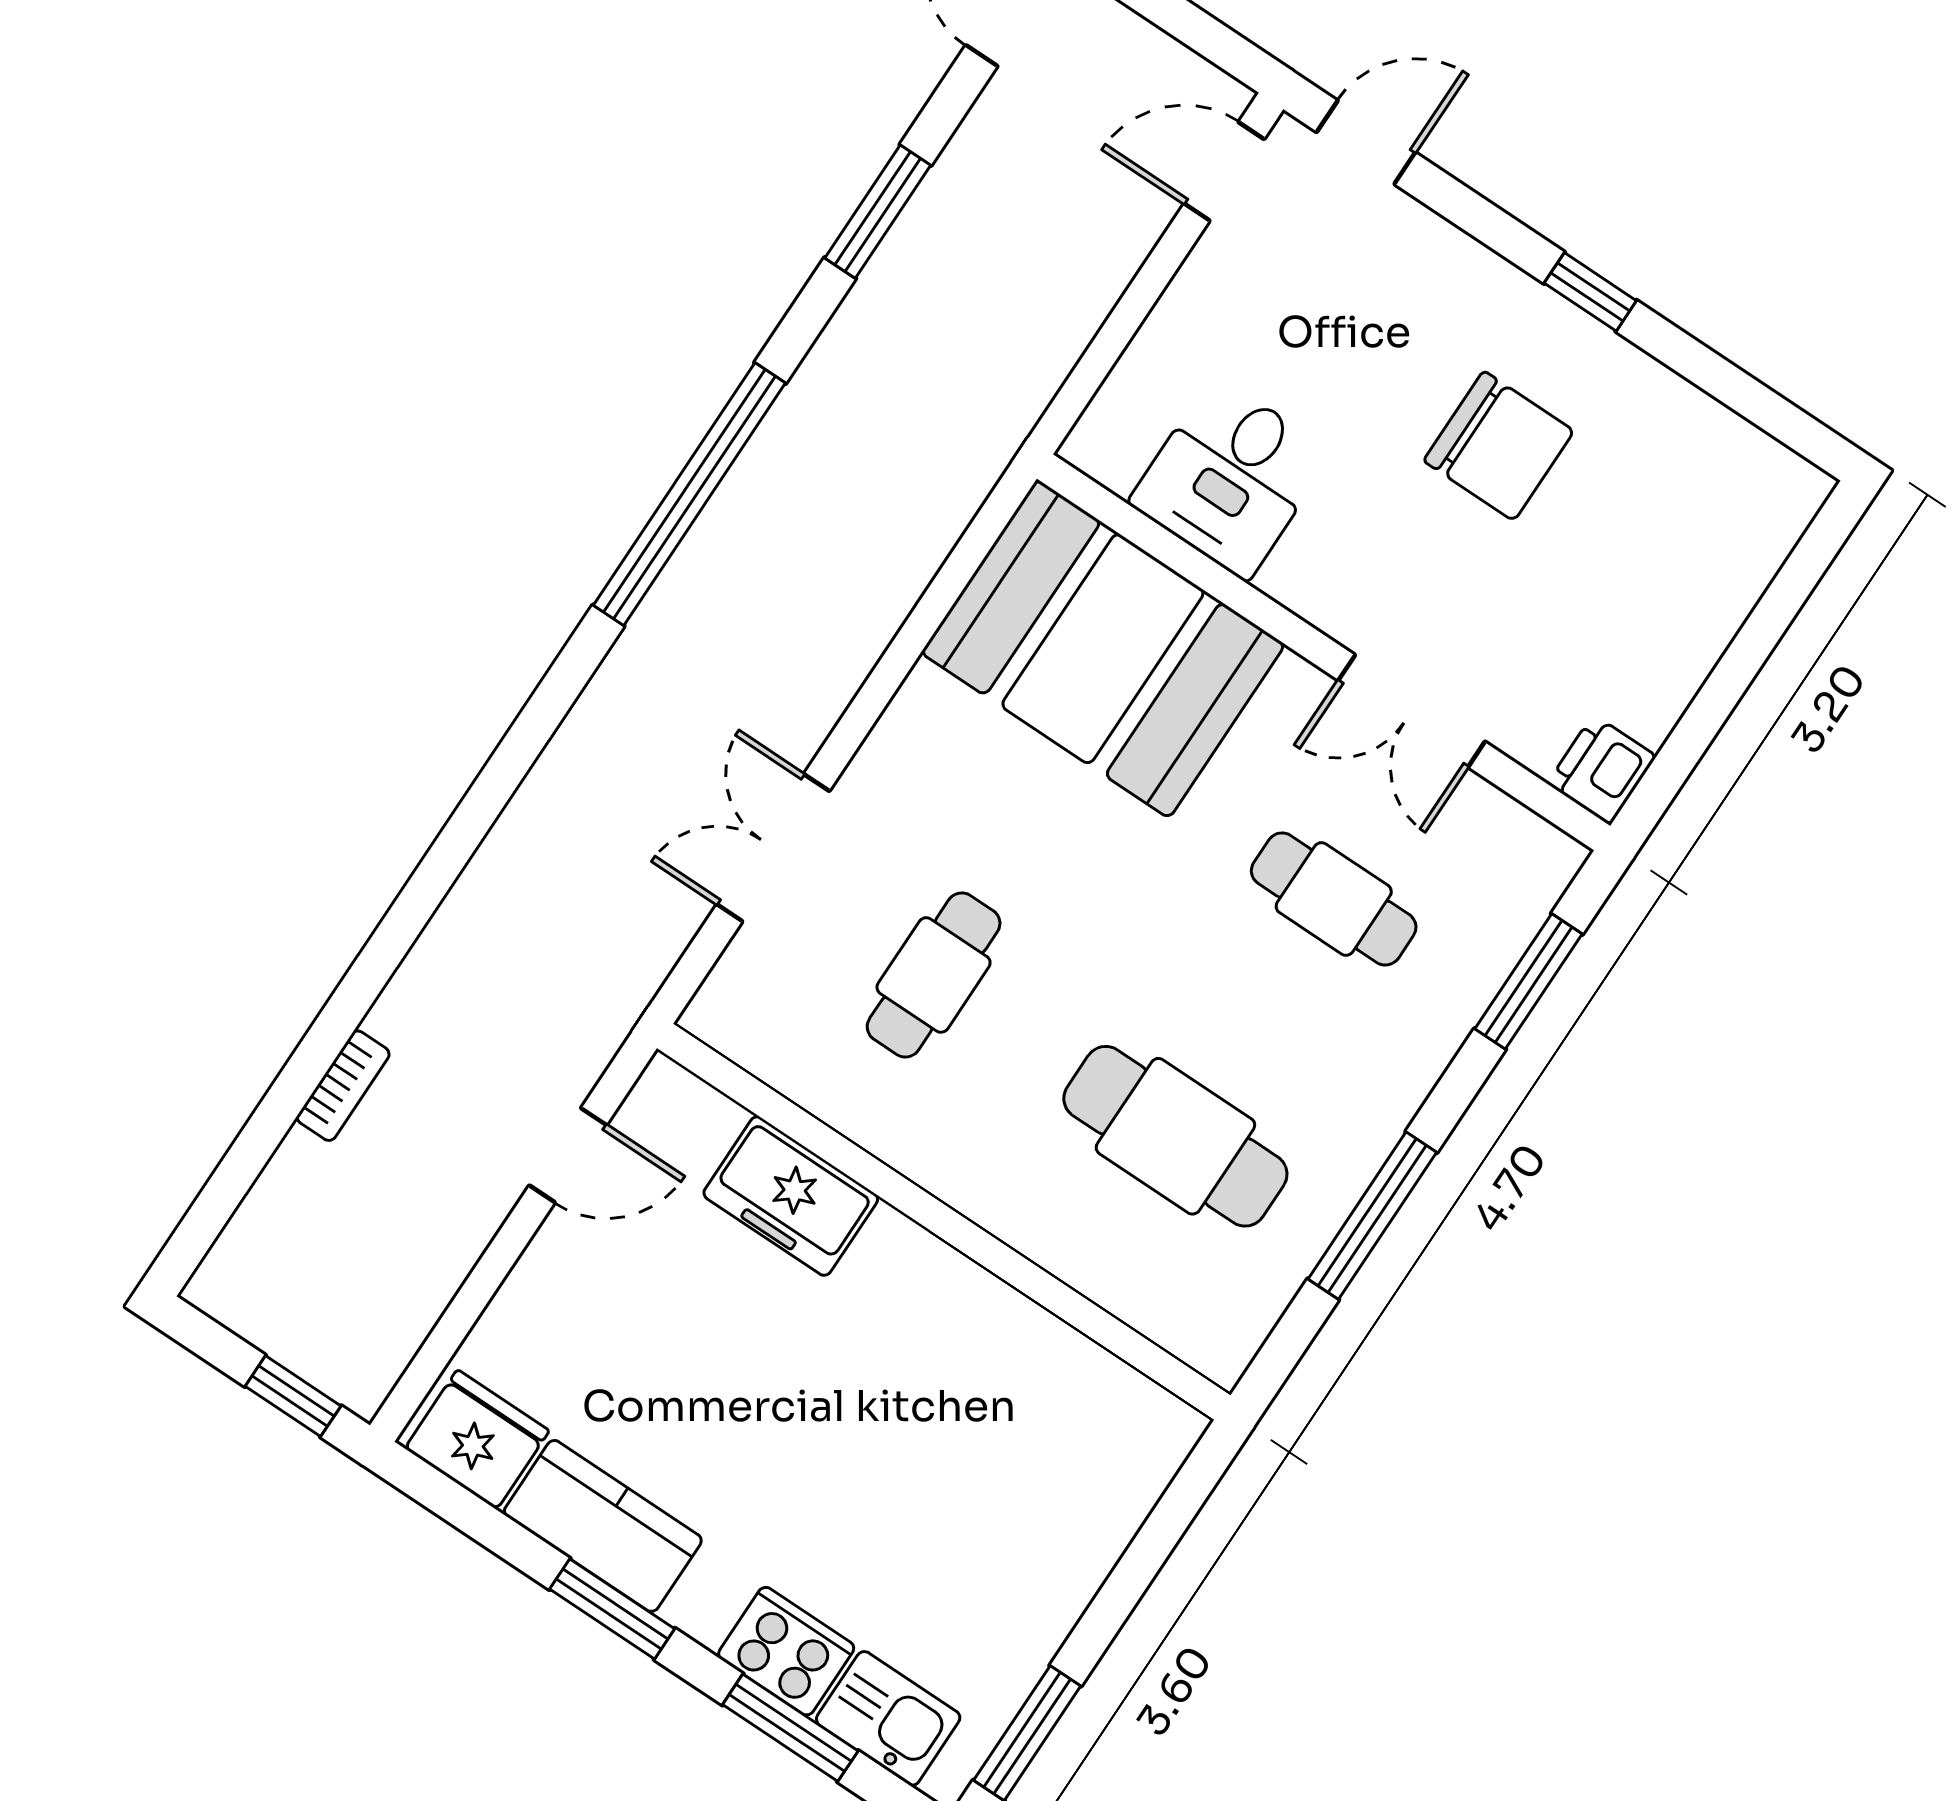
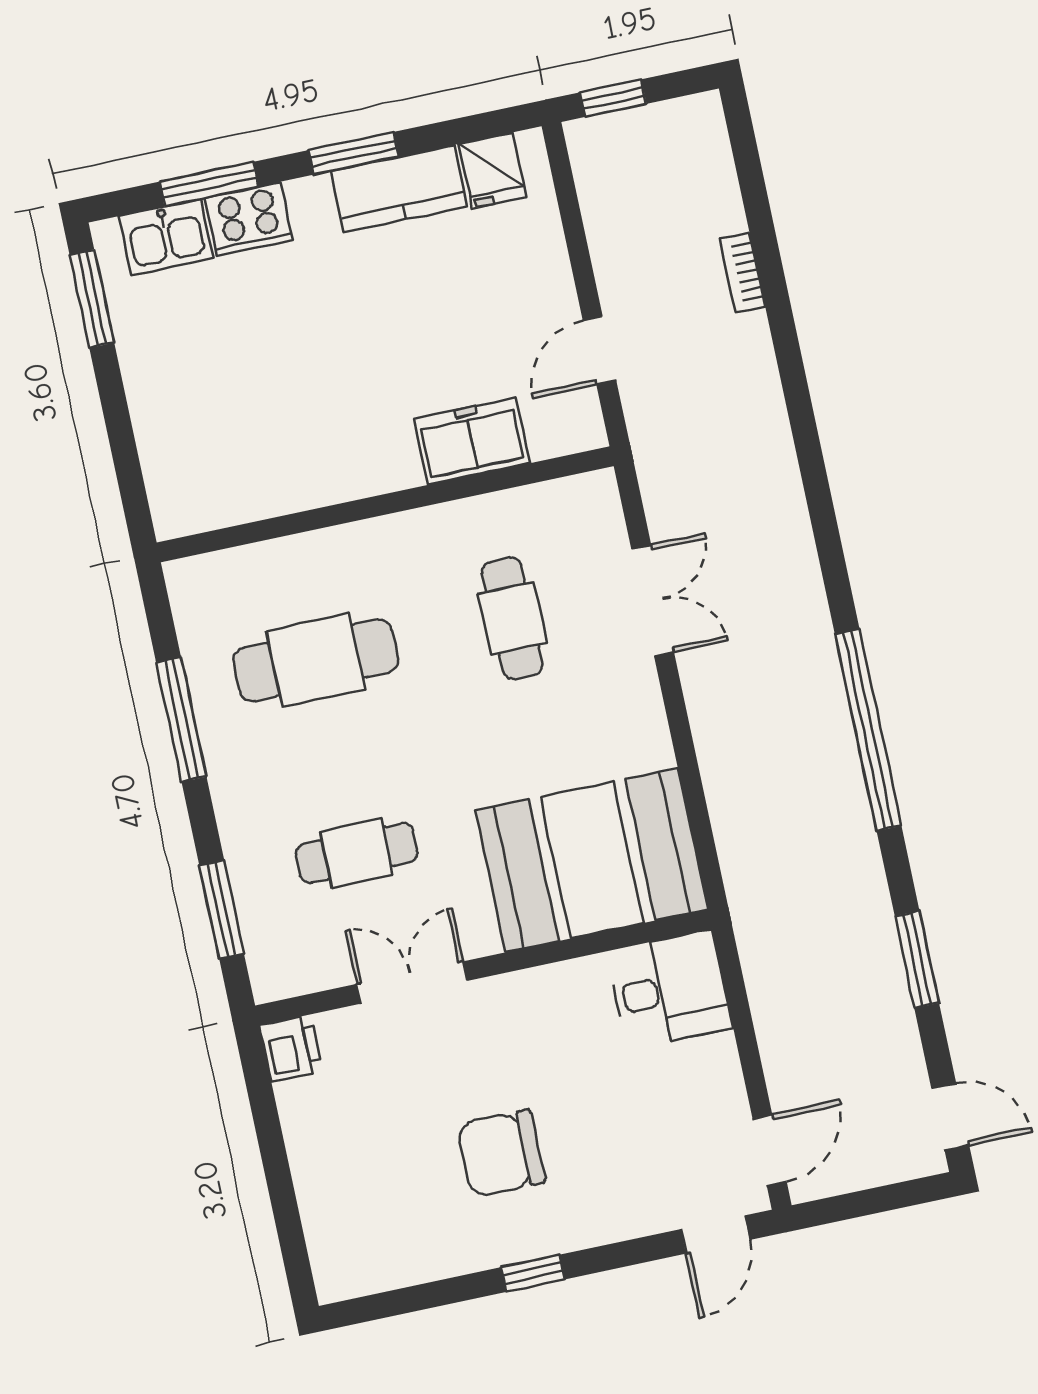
desk: (1231, 478) -> (669, 990), moved, turned 90
fridge: (477, 1440) -> (492, 170), width x0.72

